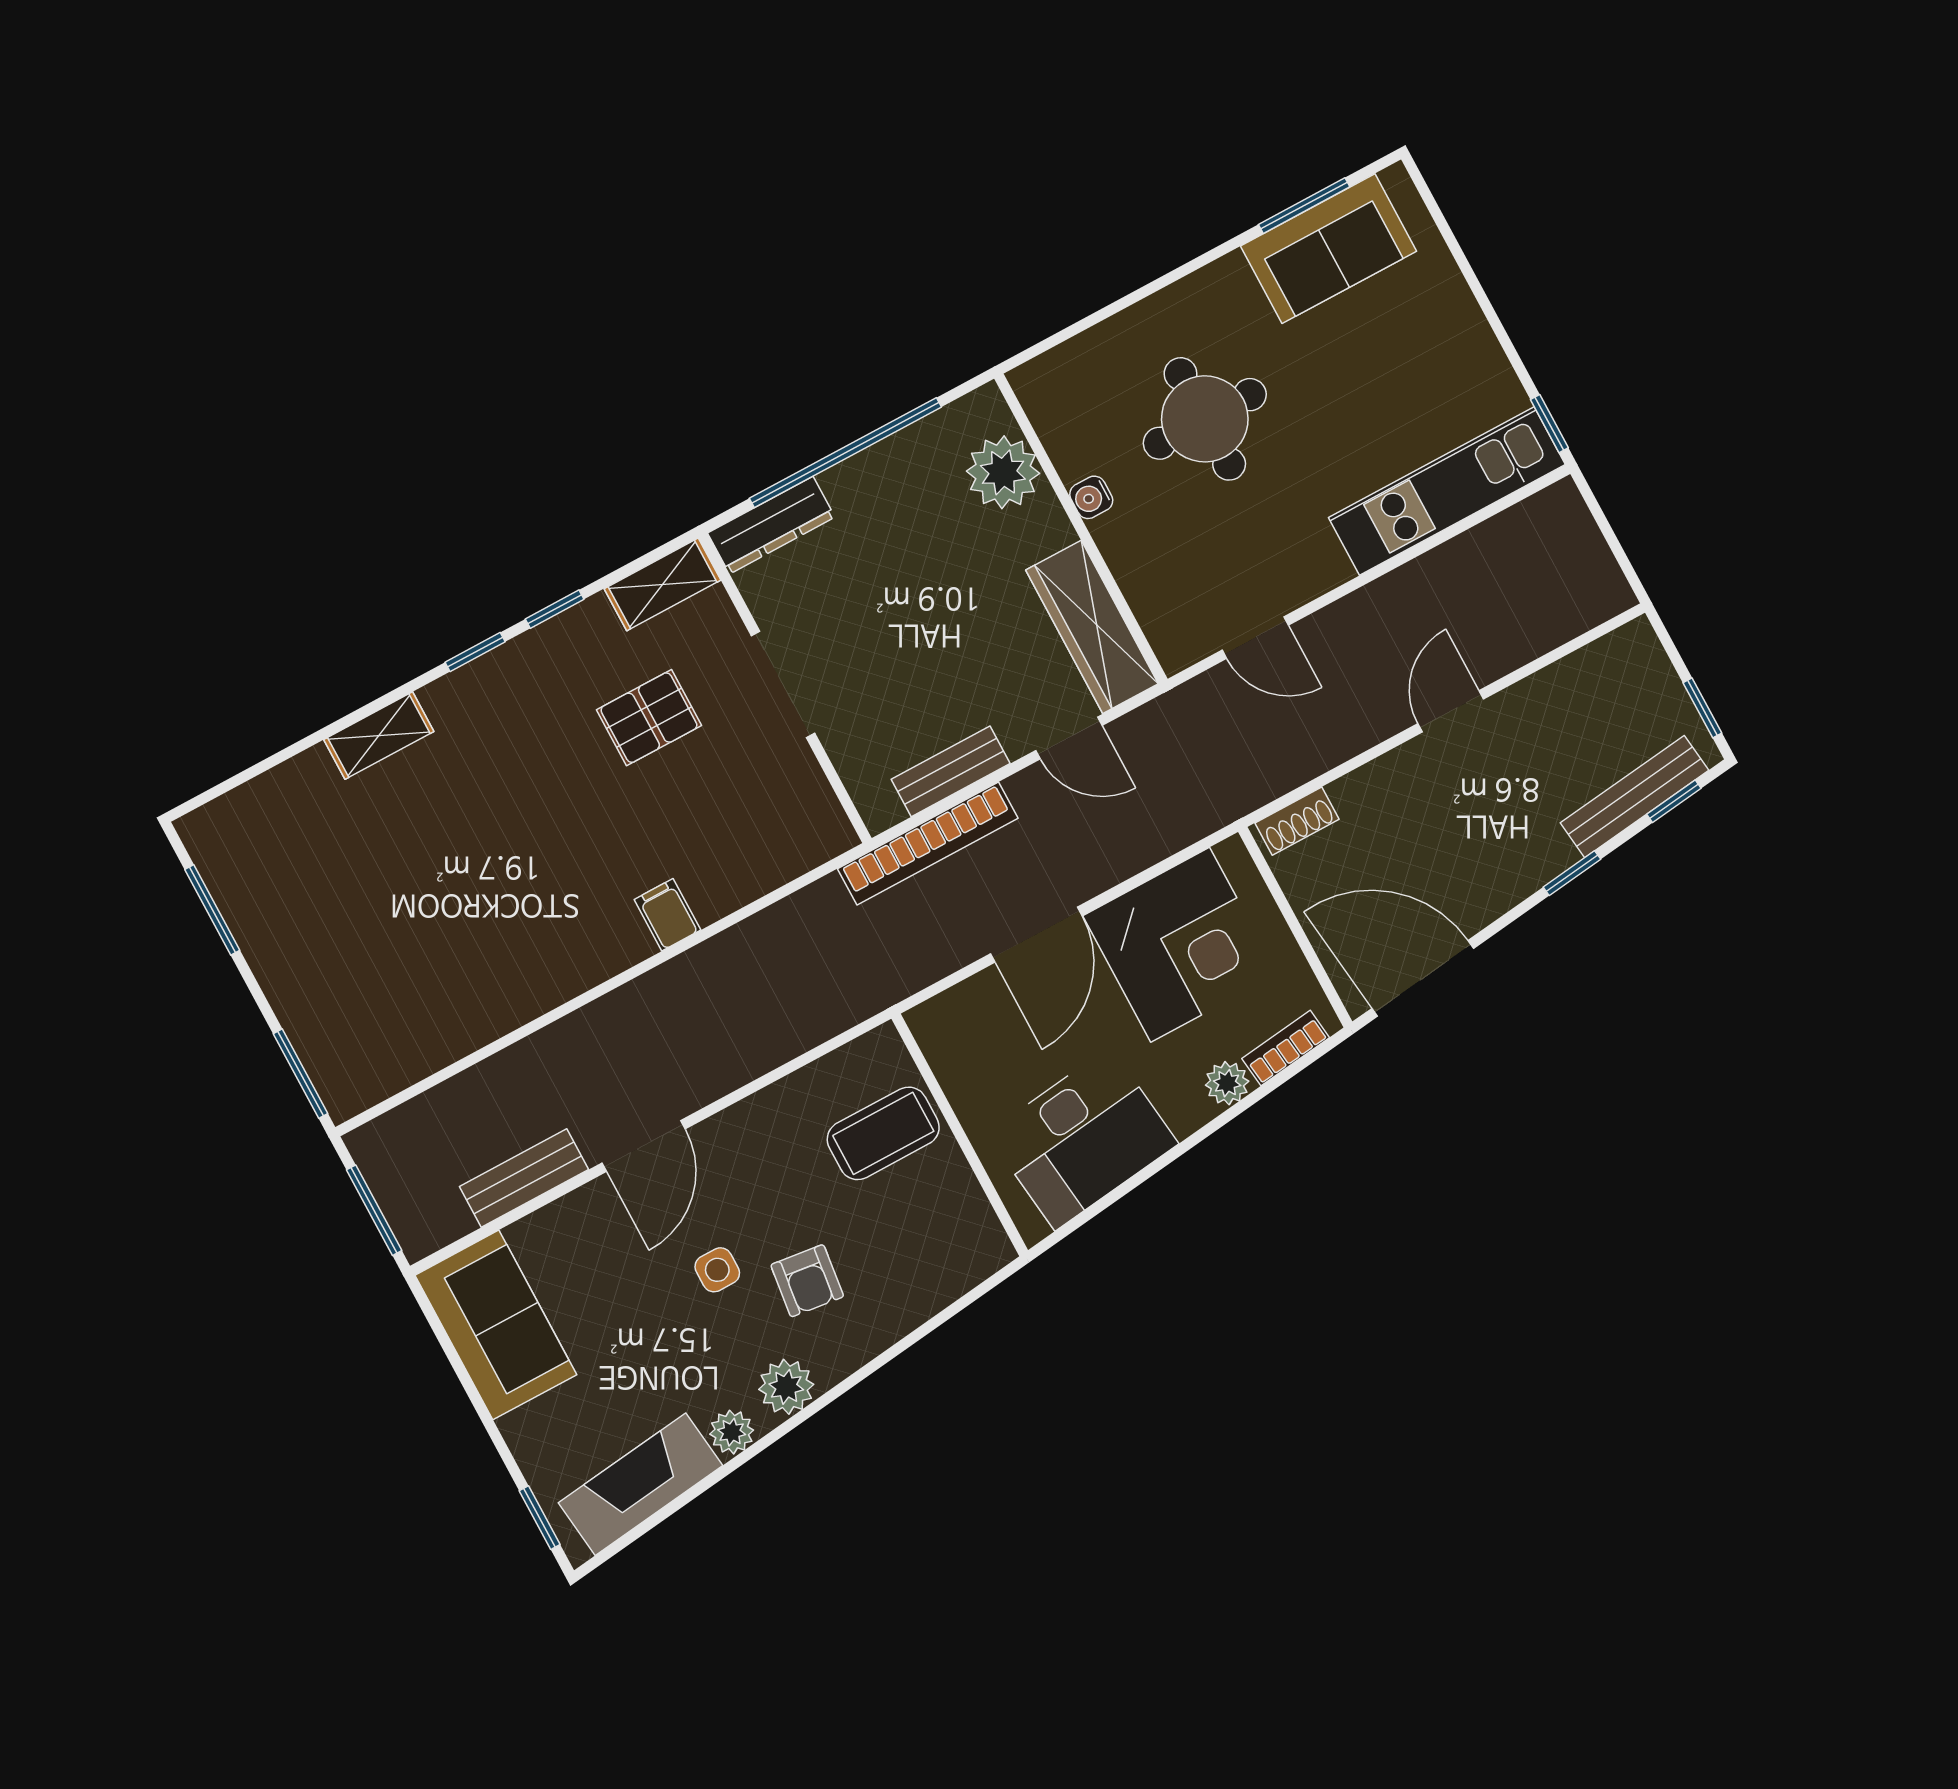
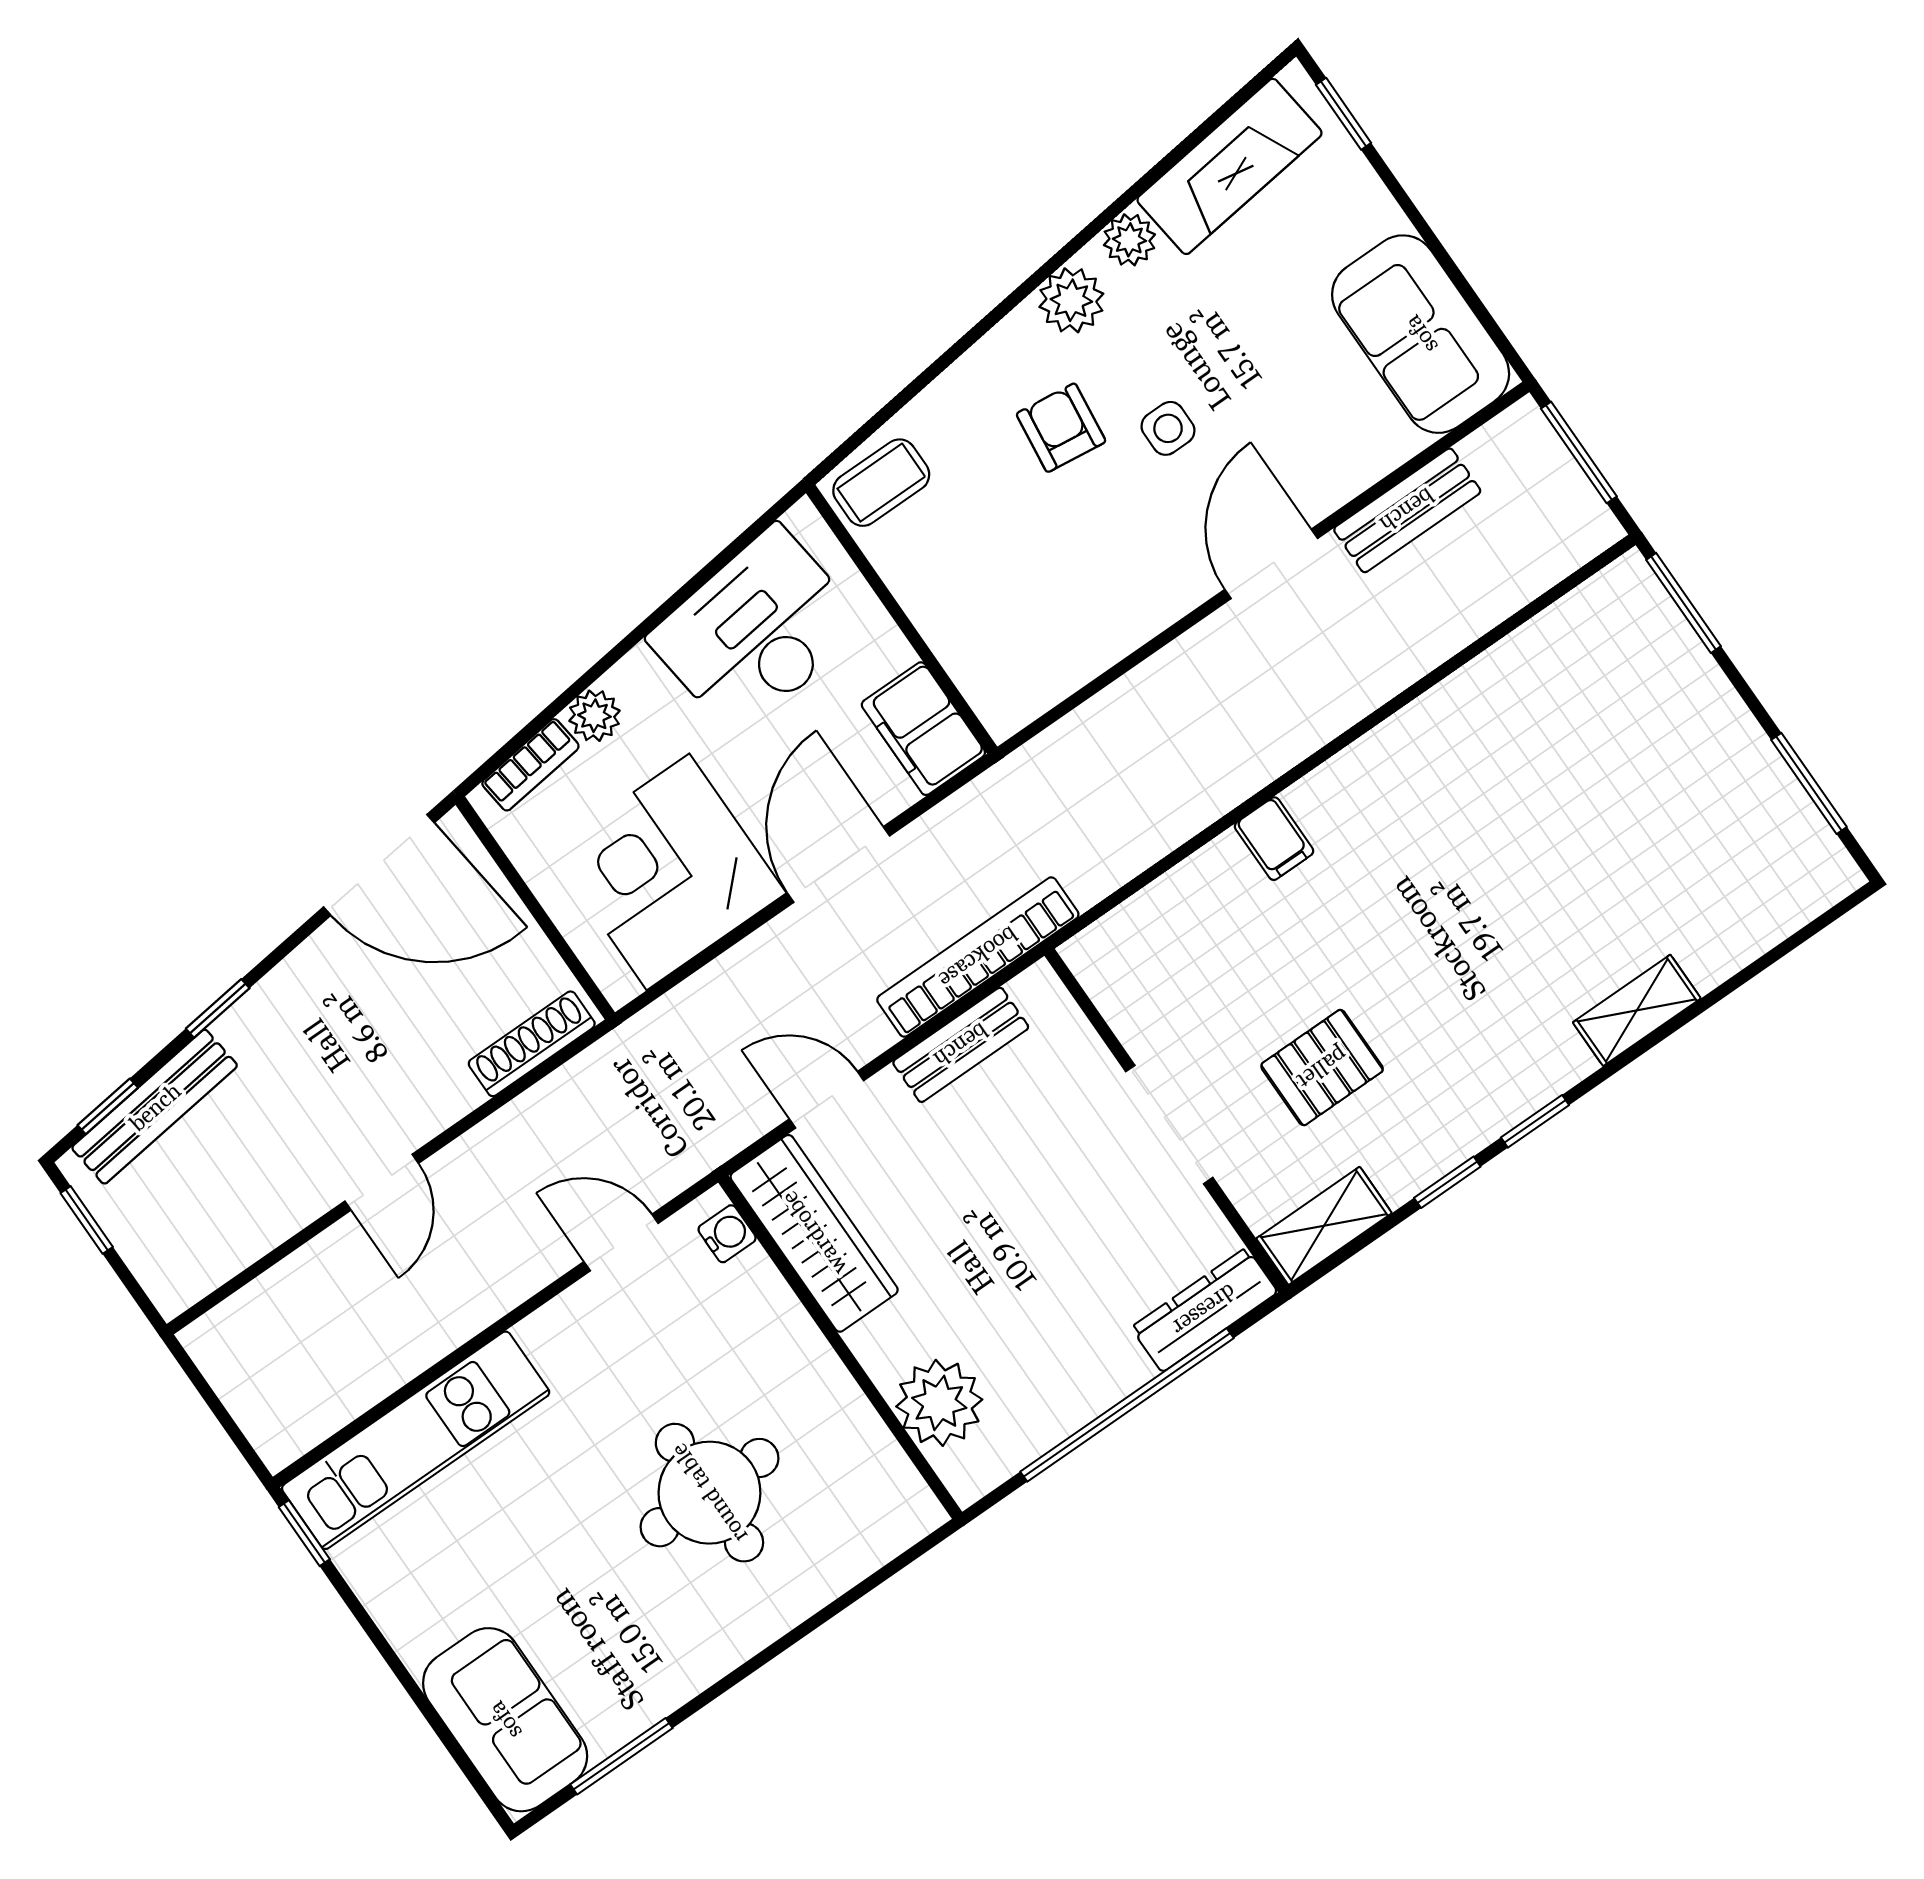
sofa: (1328, 249) -> (505, 1720), moved, turned 90
water cooler: (1091, 497) -> (727, 1234), moved
shoe rack: (1297, 821) -> (532, 1044), width x1.43
filing cabinet: (952, 1041) -> (923, 729), added
coffee table: (883, 1133) -> (881, 483), moved, width x0.73, depth x0.77

